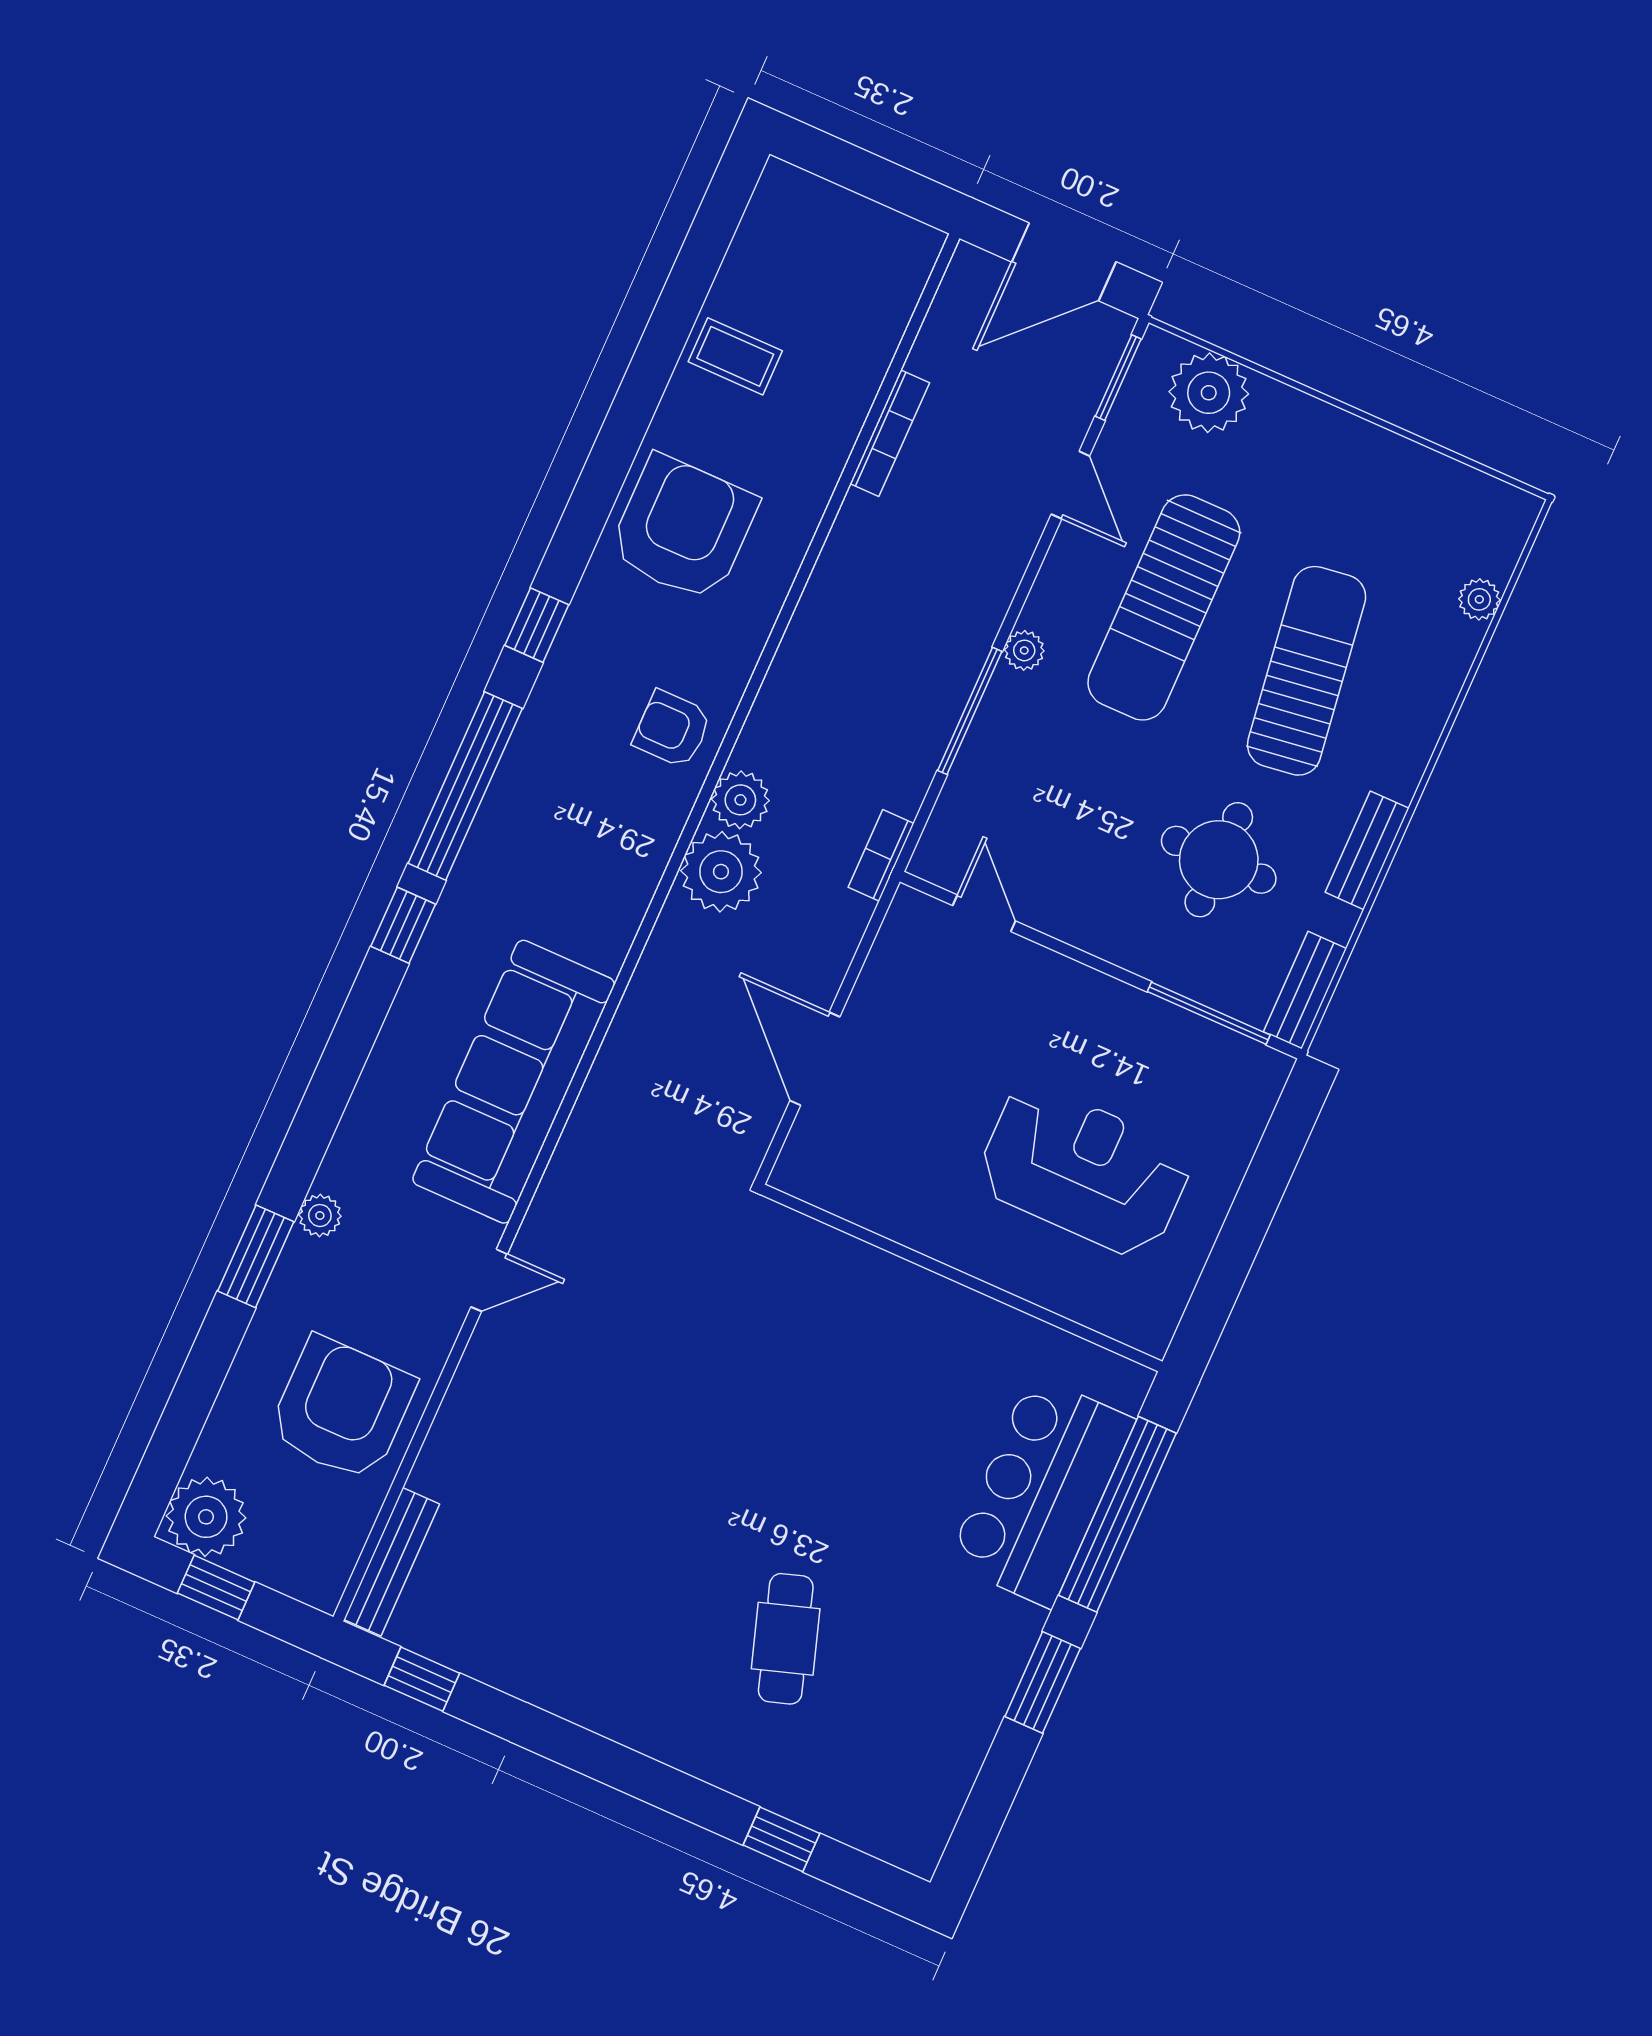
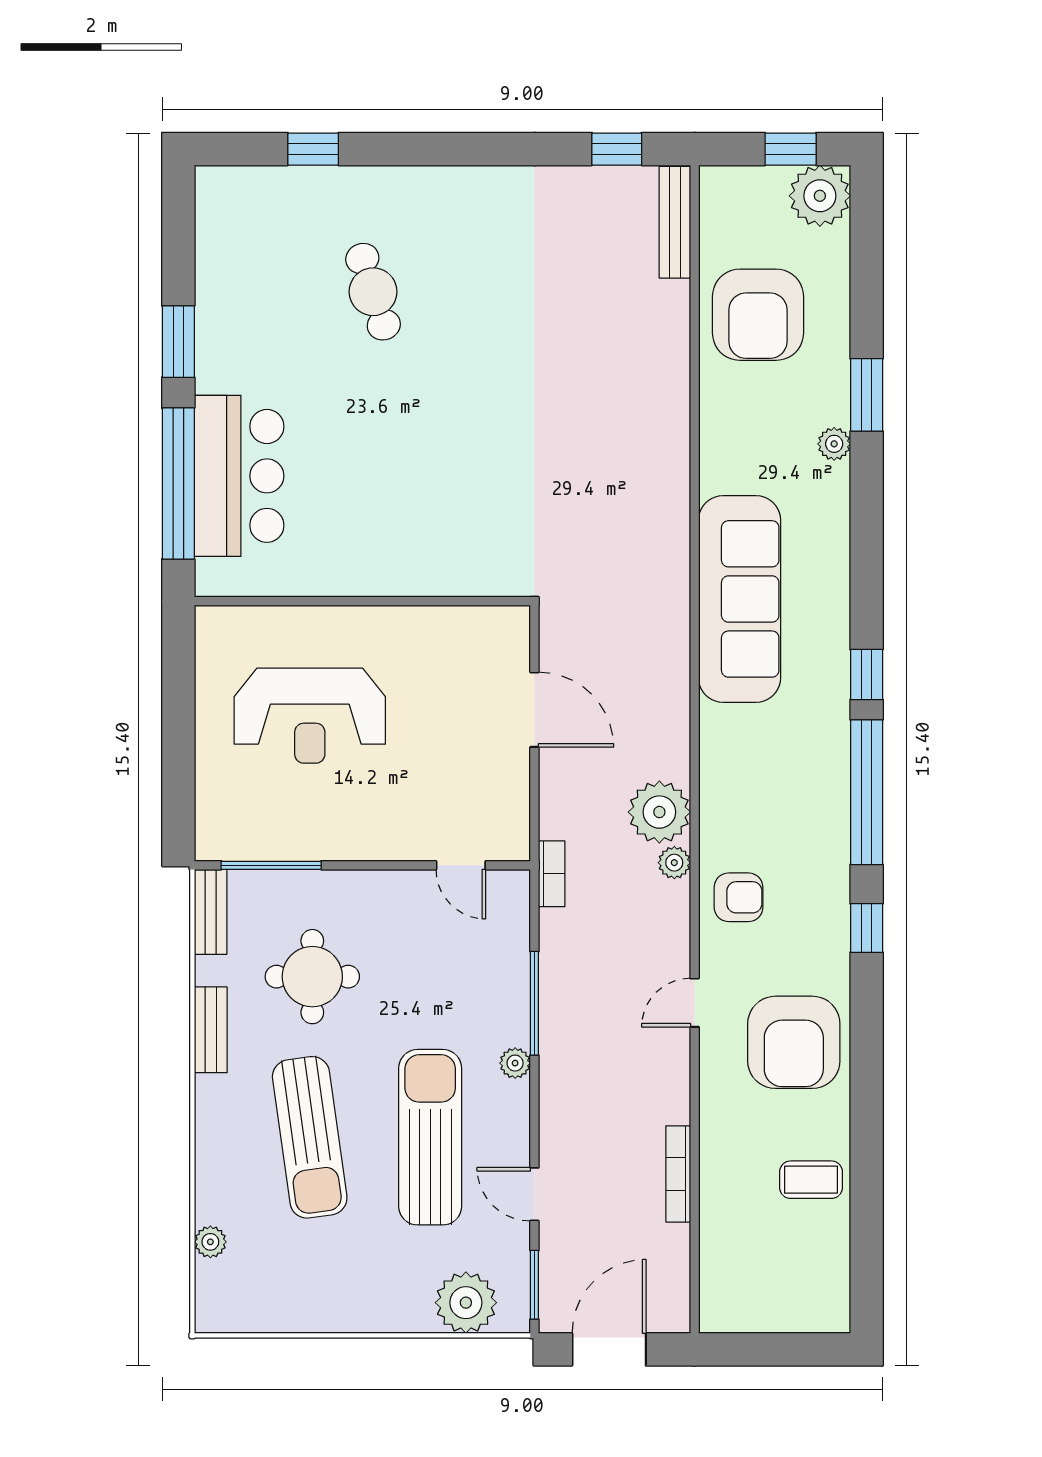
plant: (740, 800) -> (674, 863), width x0.73, depth x0.73
door: (489, 1280) -> (695, 1003), moved

